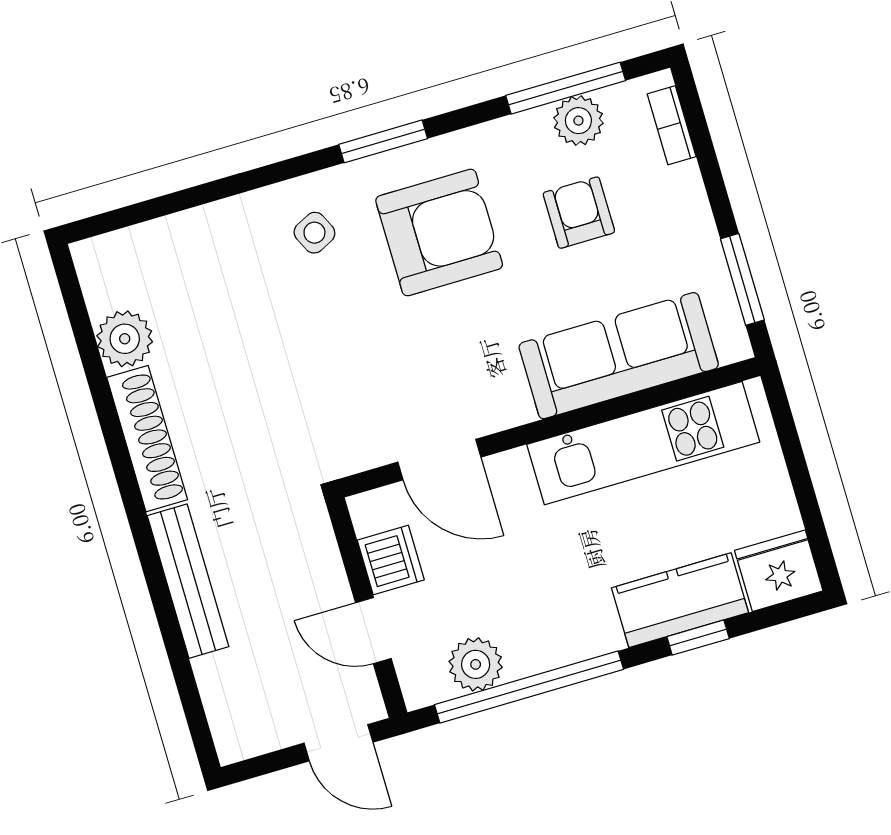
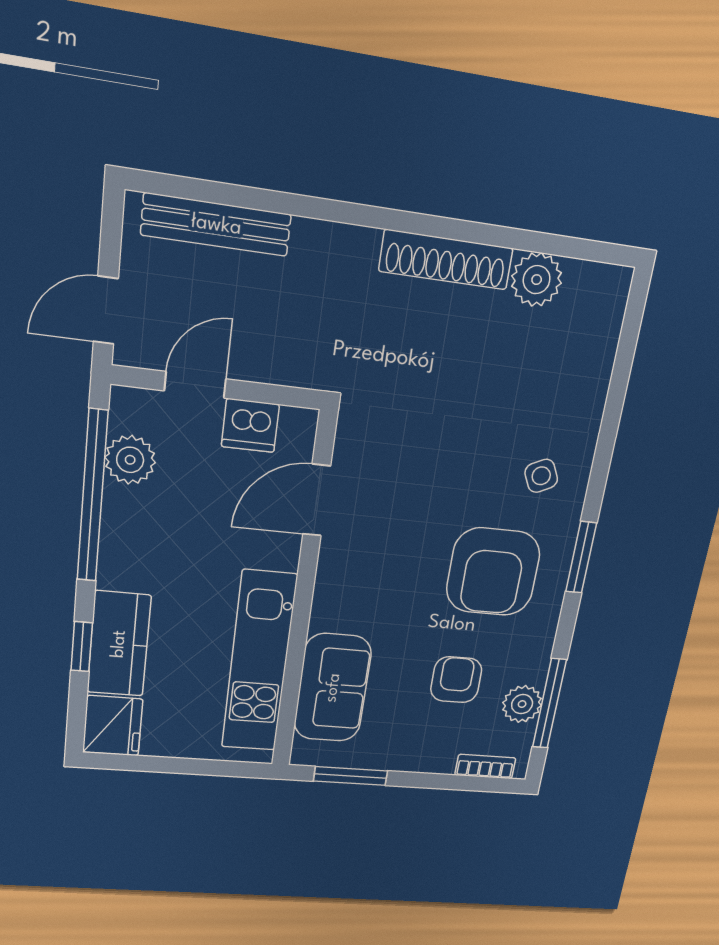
armchair: (579, 213) -> (456, 680), turned -90
sofa: (619, 356) -> (333, 688), width x0.73
bench: (188, 581) -> (216, 225), moved

